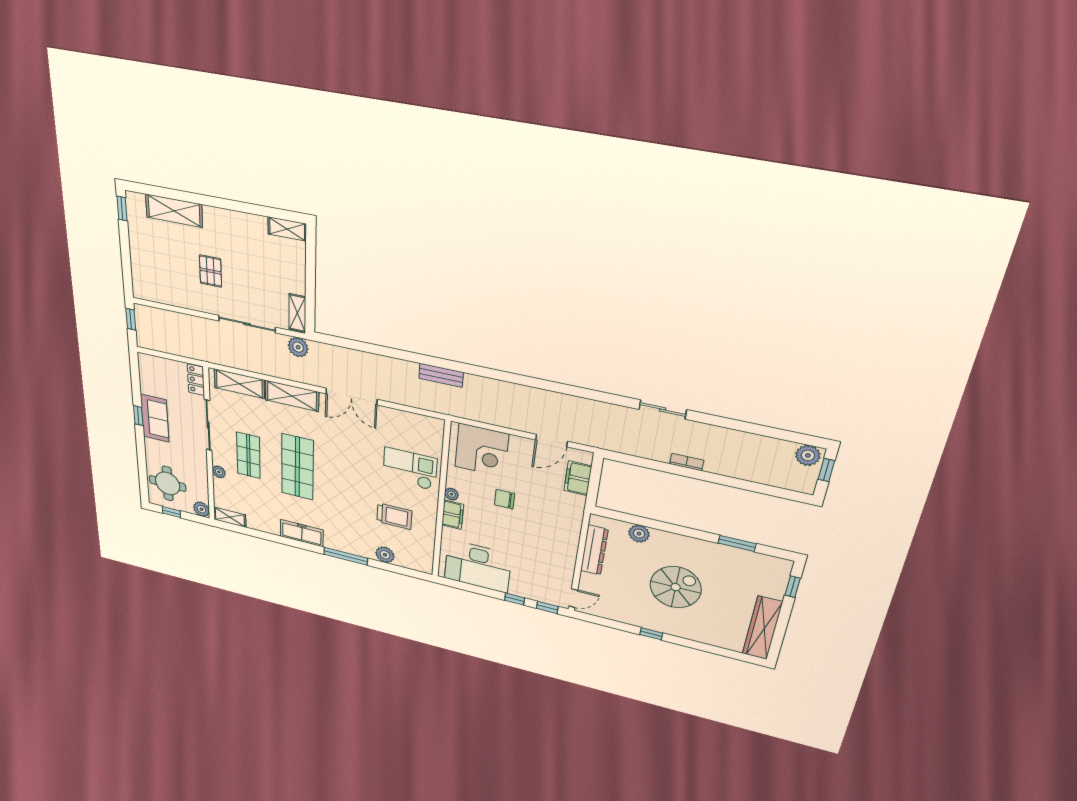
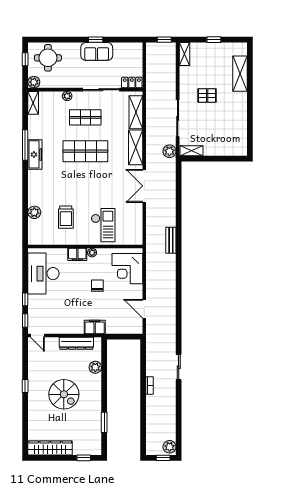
window: (122, 209) -> (214, 40), moved
shelving: (287, 229) -> (184, 54), moved
filing cabinet: (578, 478) -> (95, 327), moved
window: (346, 556) -> (25, 145), moved

